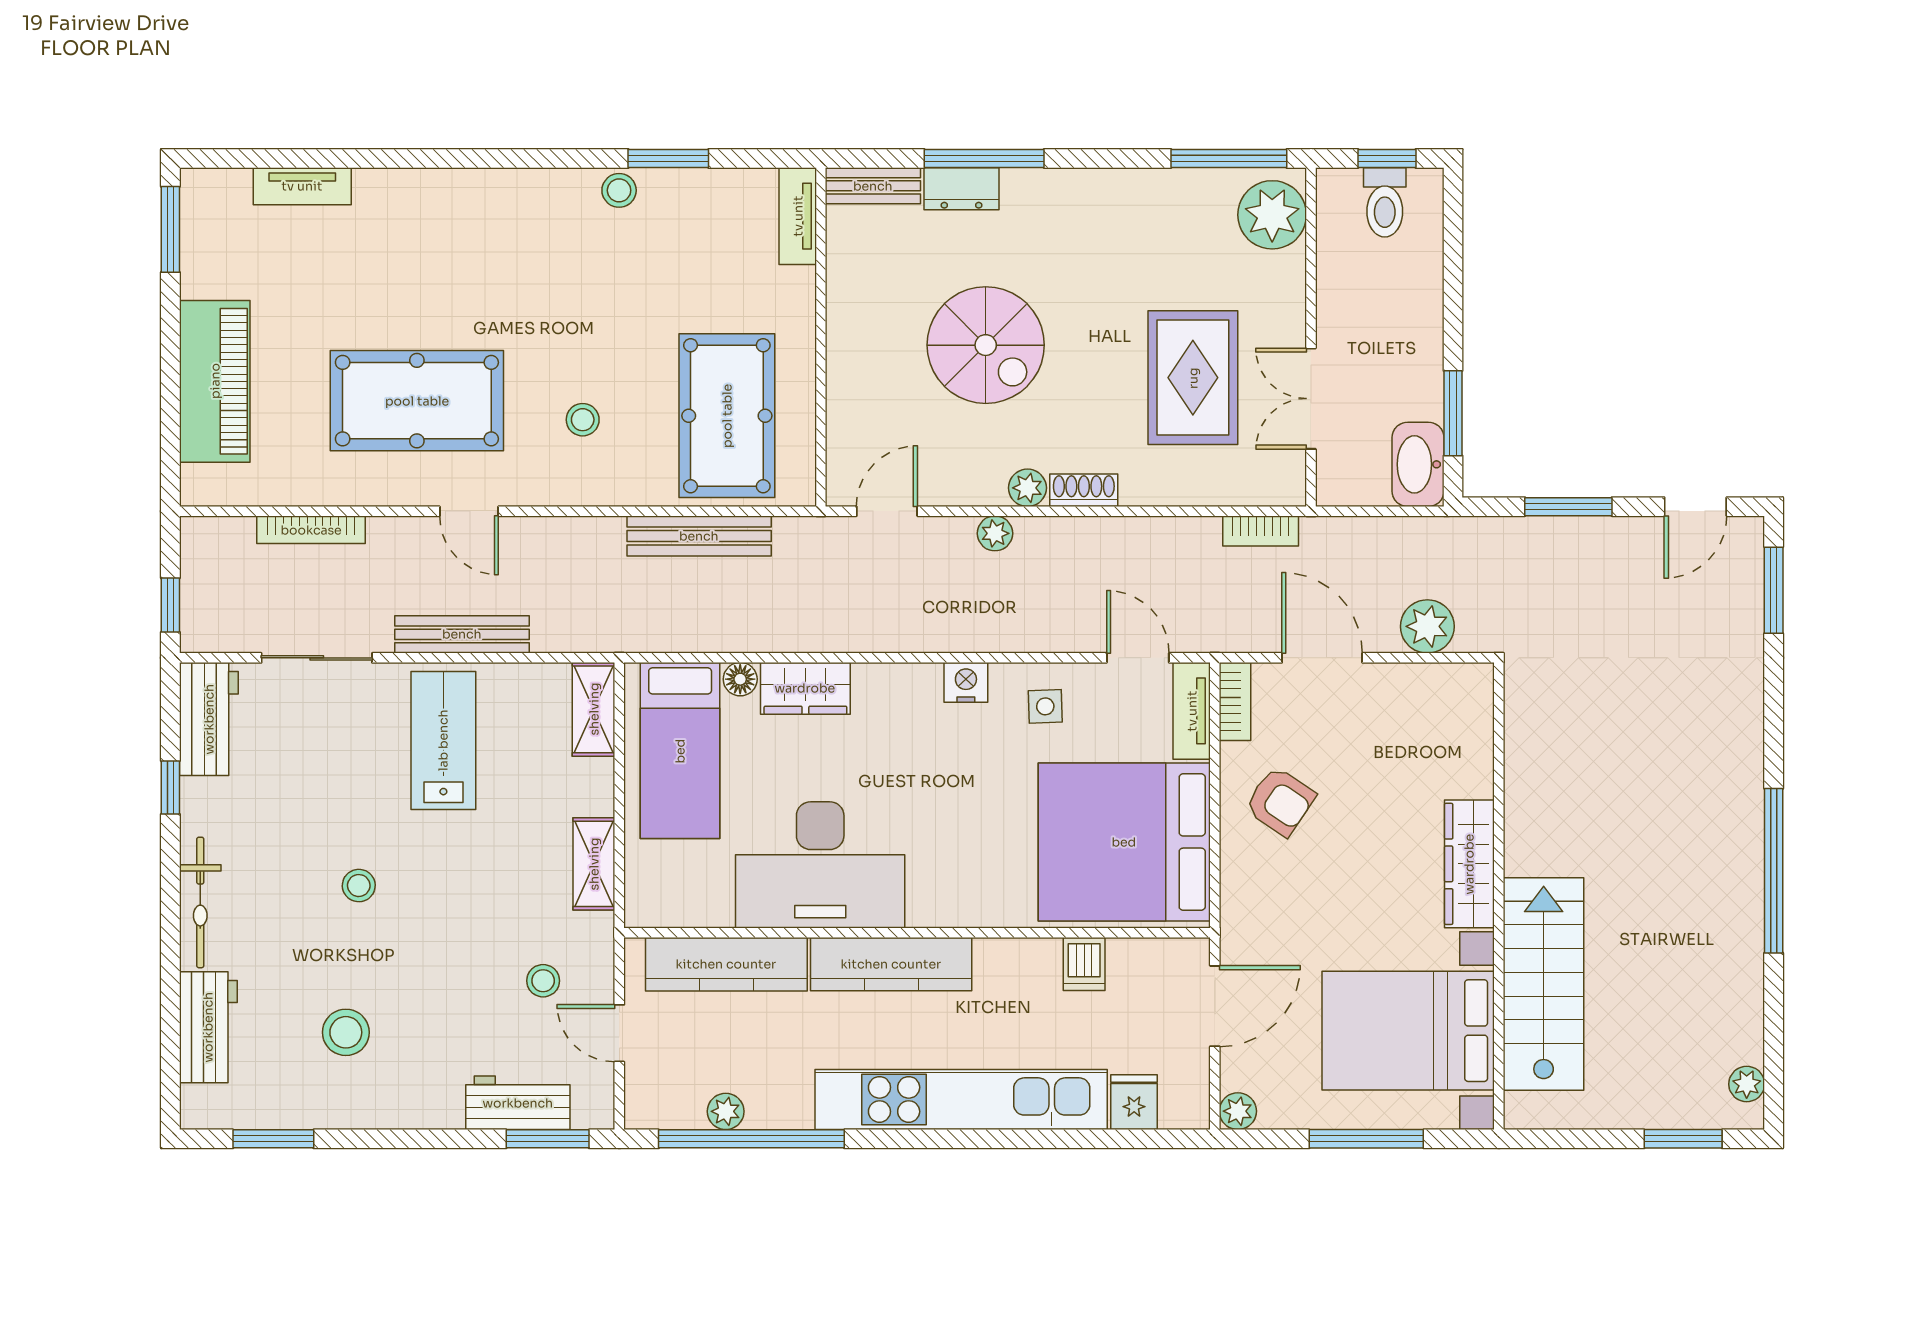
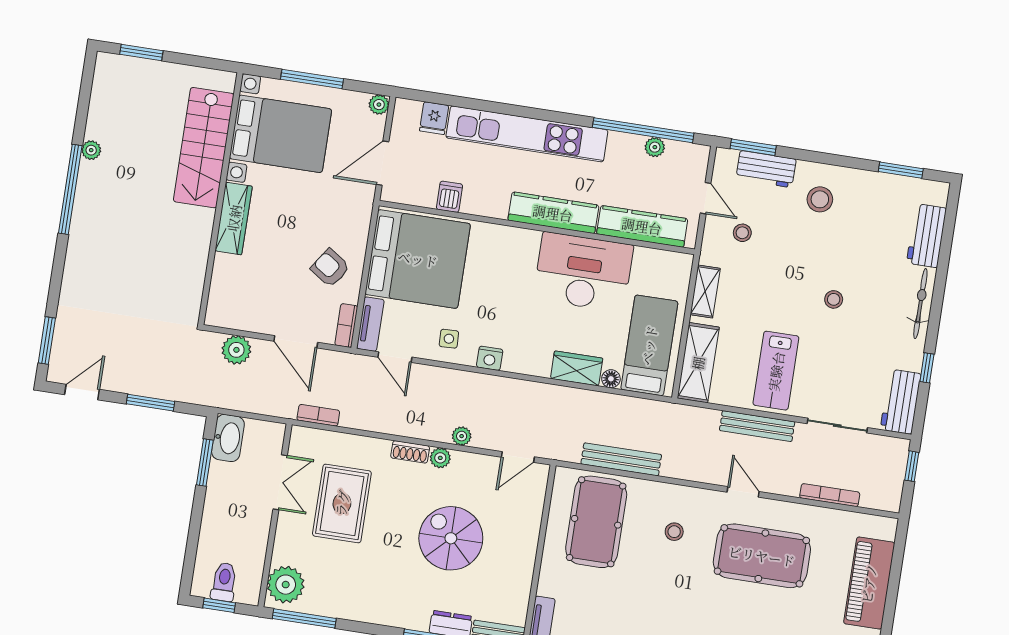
shelving: (594, 709) -> (698, 363), width x1.50, depth x1.33
stool: (346, 1032) -> (820, 199), moved
plant: (1747, 1084) -> (91, 150), moved

